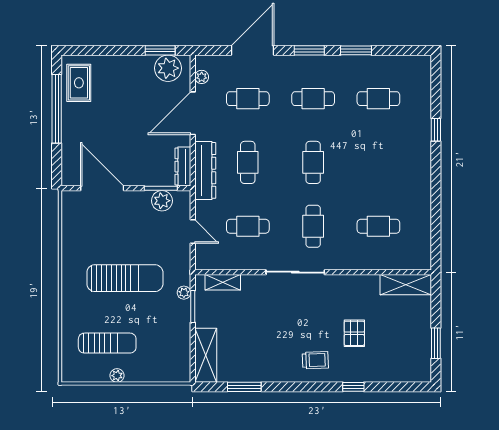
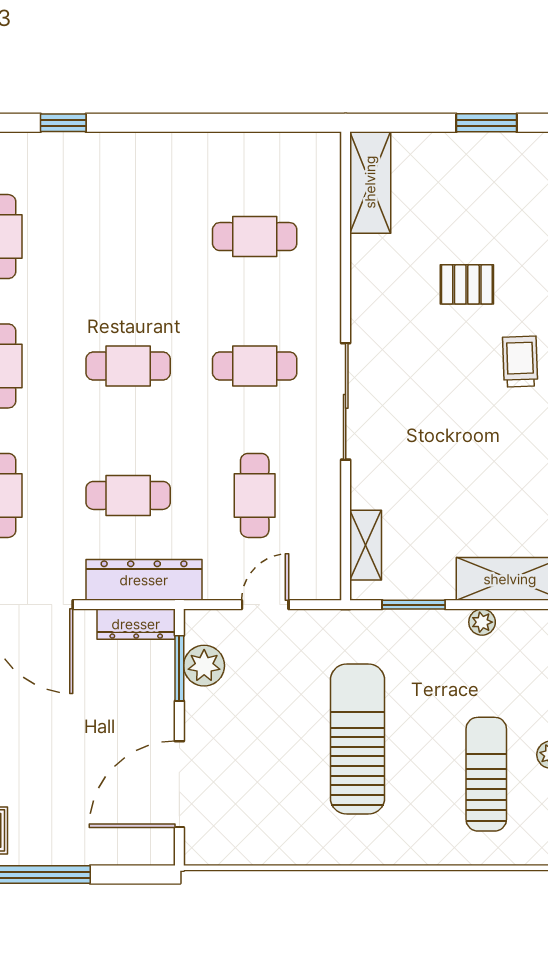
cafe table: (378, 226) -> (255, 237), turned 90
plant: (184, 293) -> (482, 622), moved

